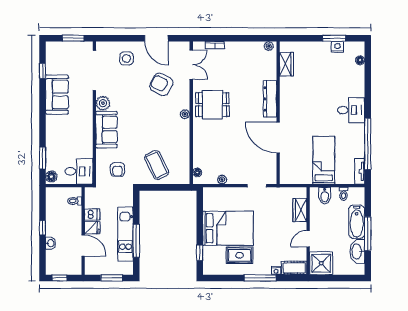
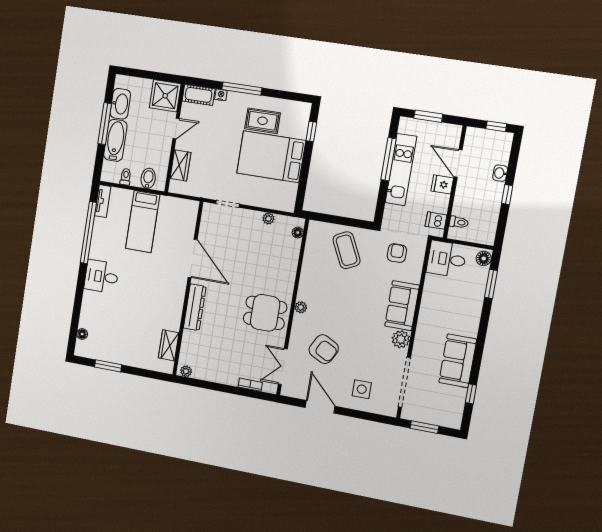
nightstand: (337, 47) -> (106, 355), removed
dishwasher: (92, 215) -> (436, 221), moved

